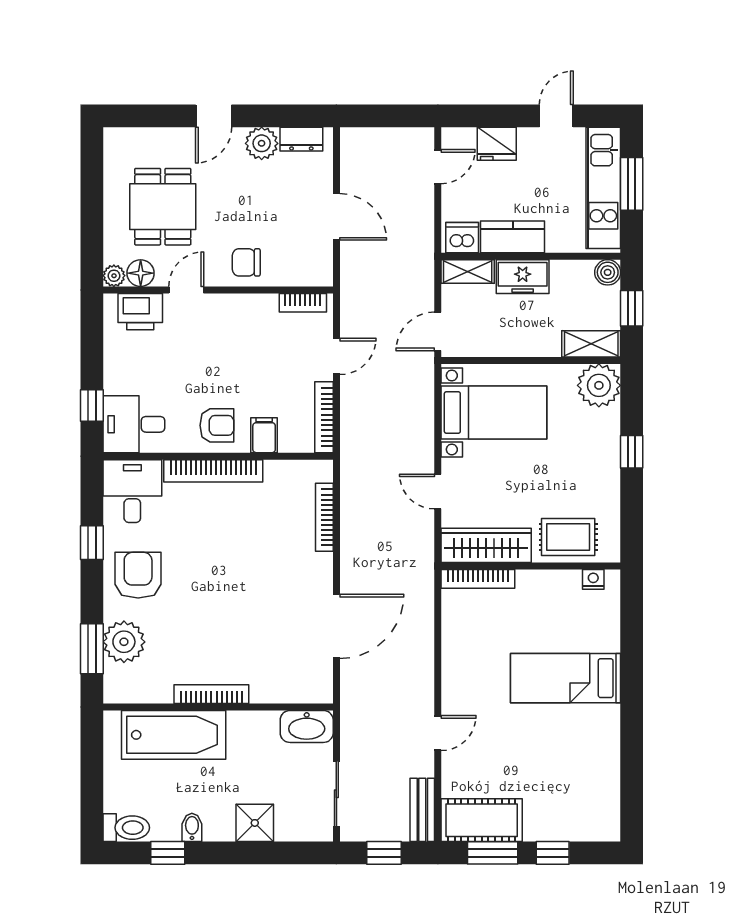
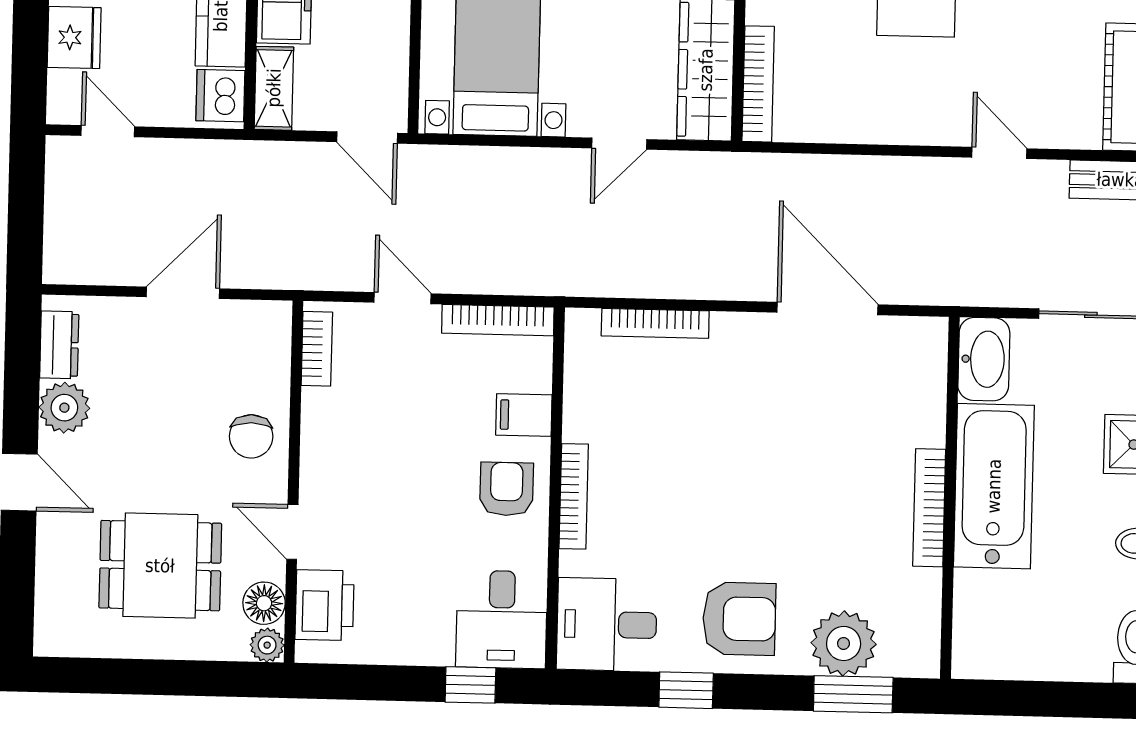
bookcase: (213, 471) -> (574, 496), width x0.68, depth x0.76
armchair: (138, 575) -> (739, 619), turned 180
bathtub: (174, 735) -> (994, 486), moved

